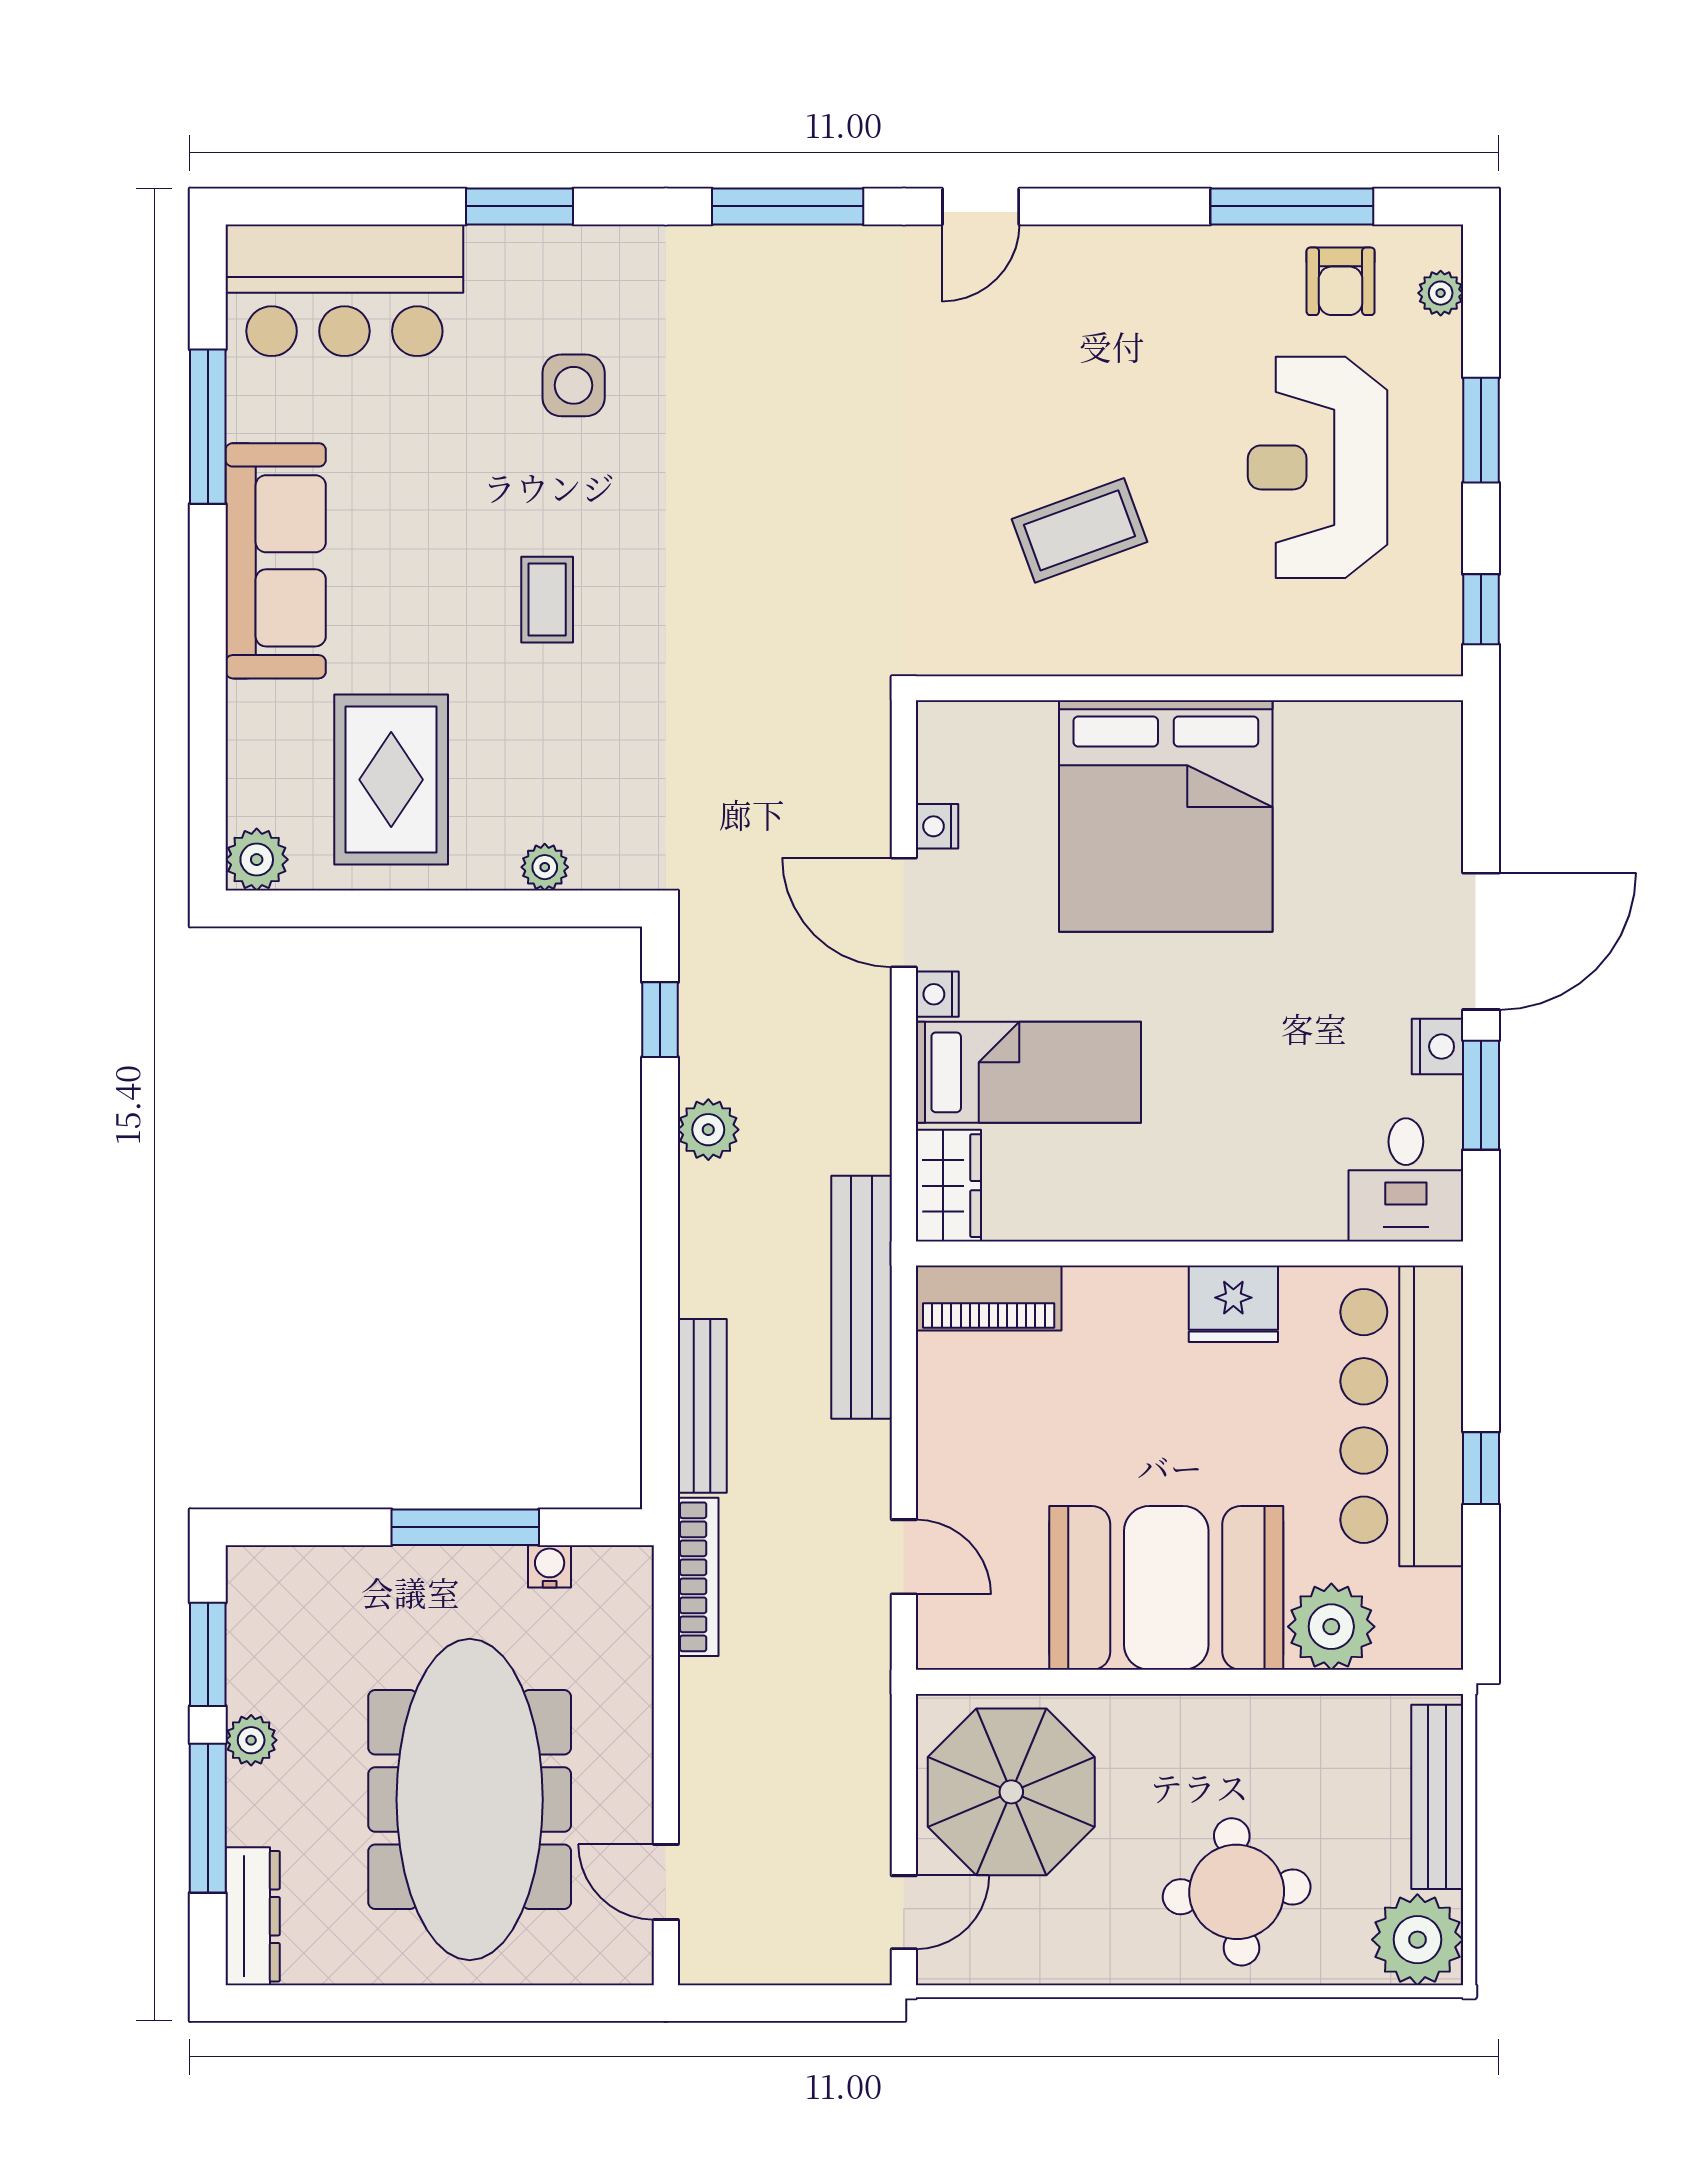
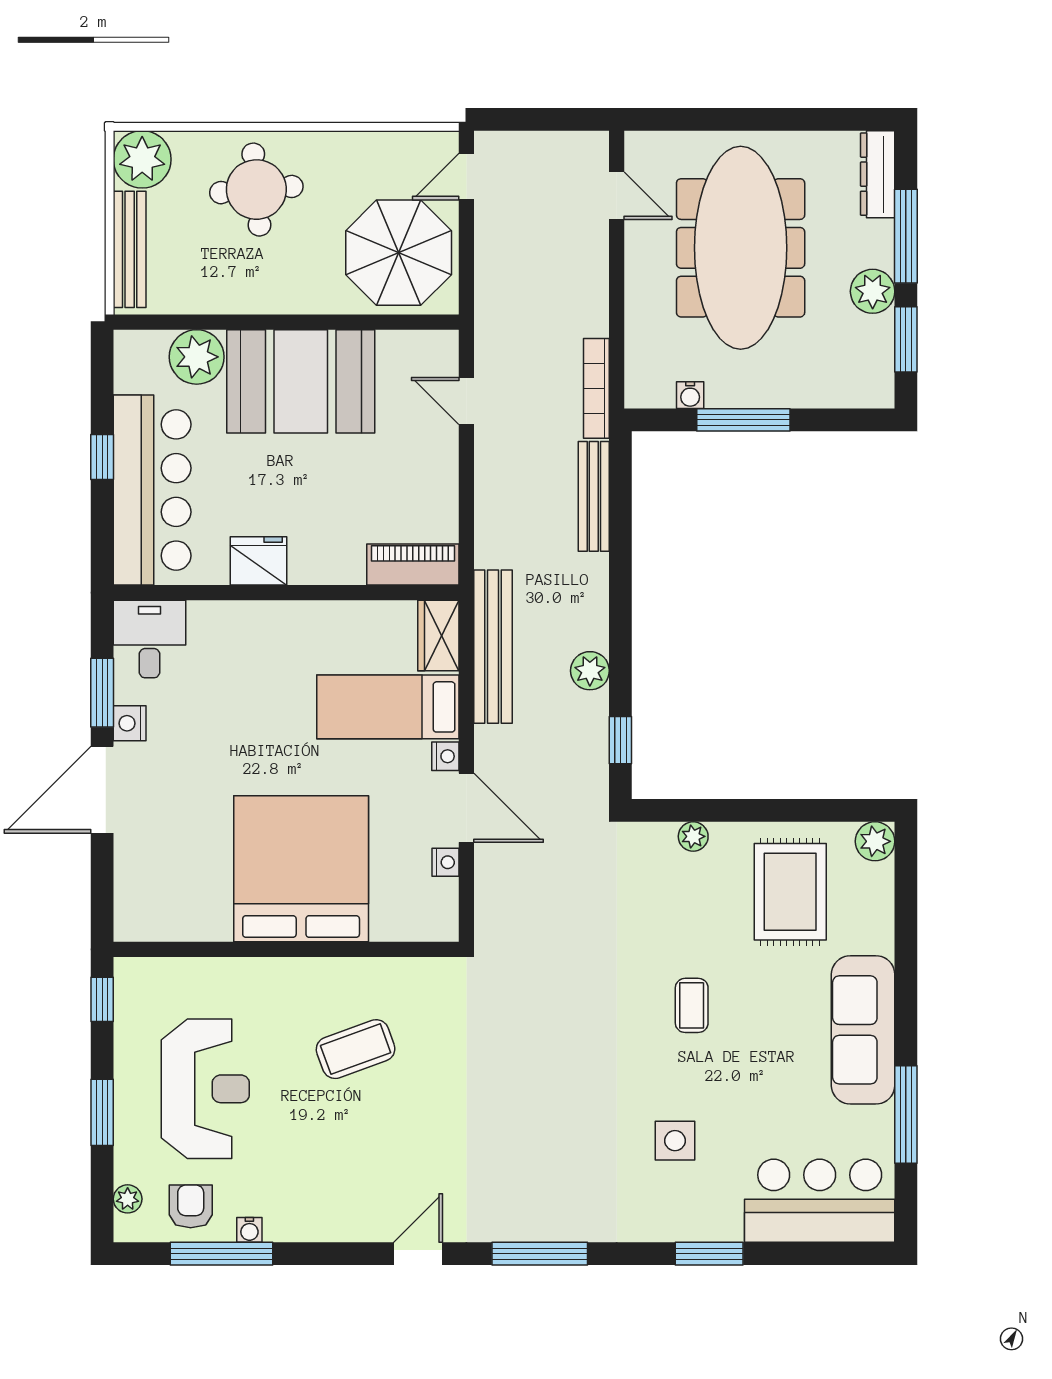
water cooler: (1248, 244) -> (249, 1230), added
bench: (862, 1297) -> (493, 647), moved
plant: (251, 1740) -> (873, 291), width x1.38, depth x1.38

